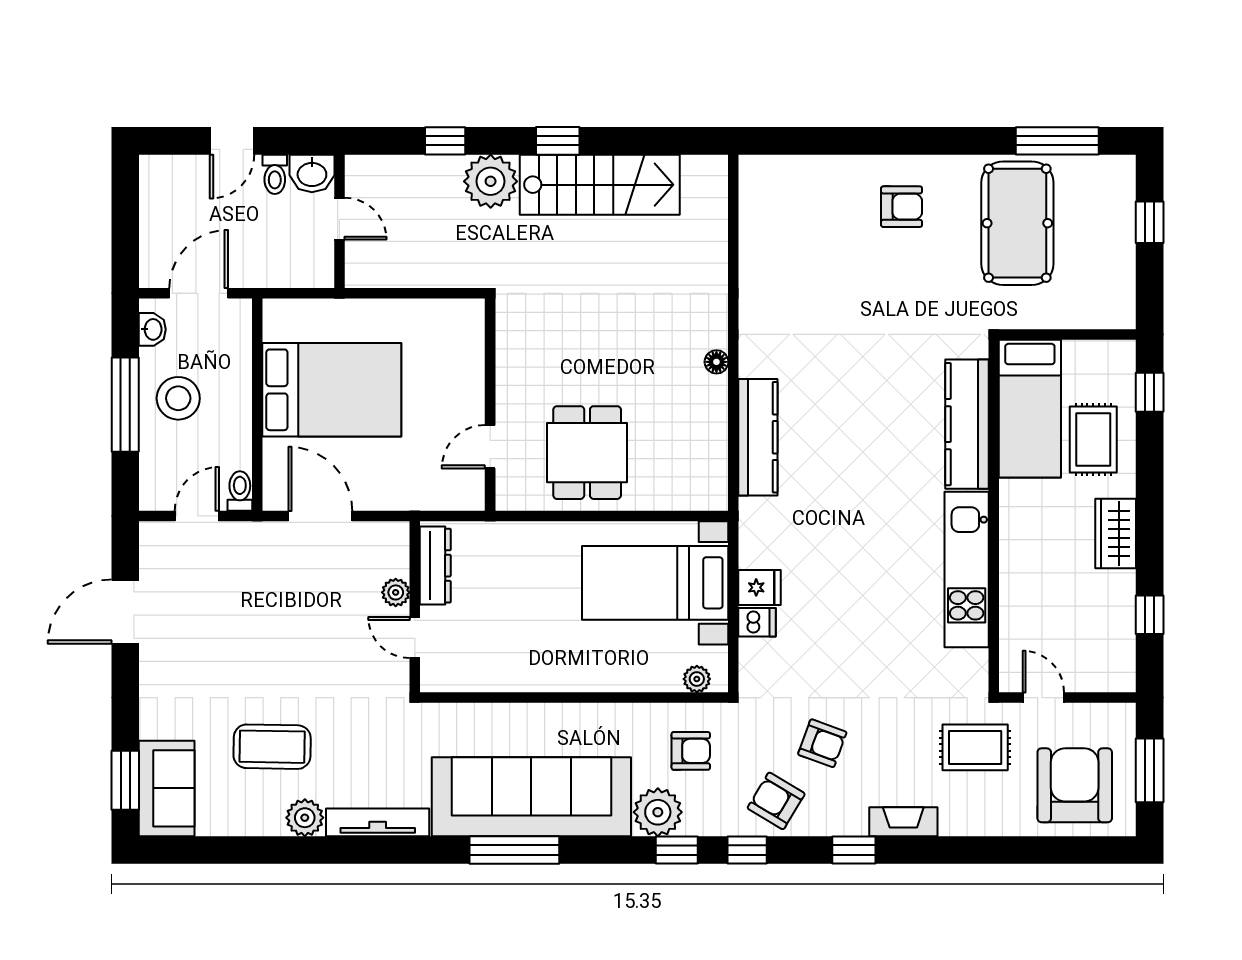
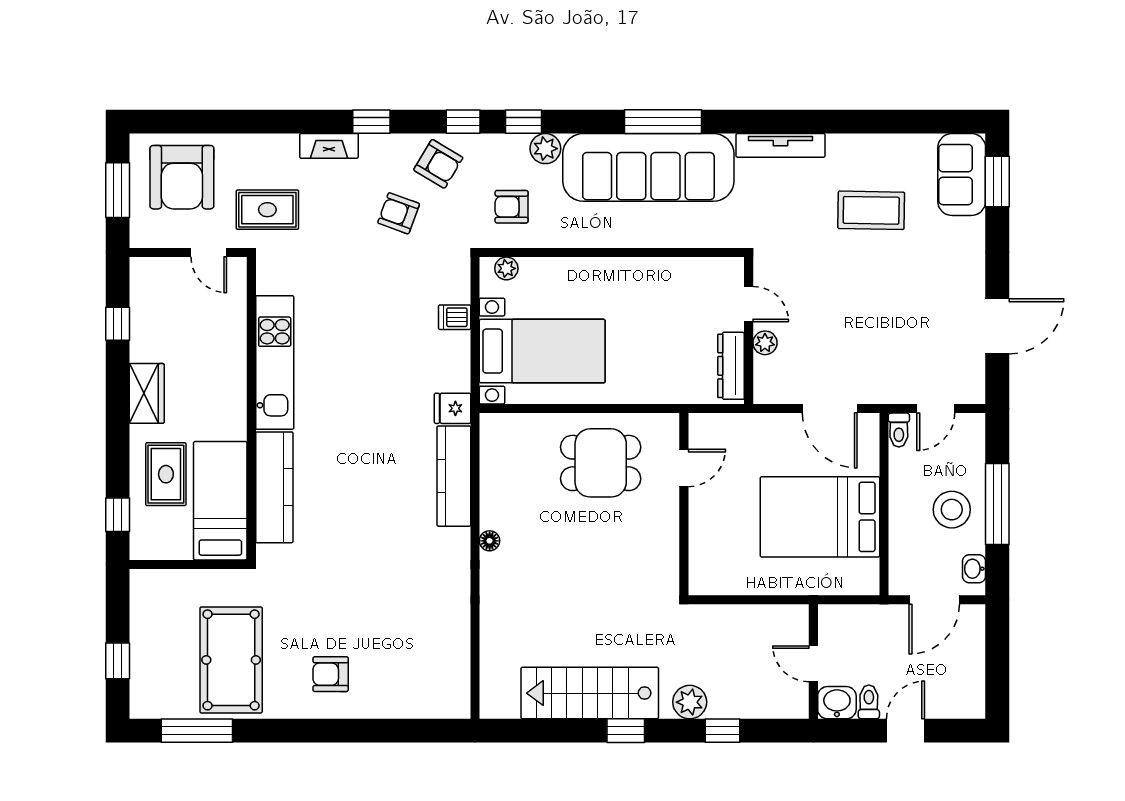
plant: (491, 181) -> (690, 702), width x0.73, depth x0.73
dining table: (587, 453) -> (601, 463), turned 90
fridge: (760, 587) -> (453, 408), moved
plant: (658, 812) -> (545, 149), width x0.73, depth x0.73
plant: (305, 818) -> (843, 149), removed

